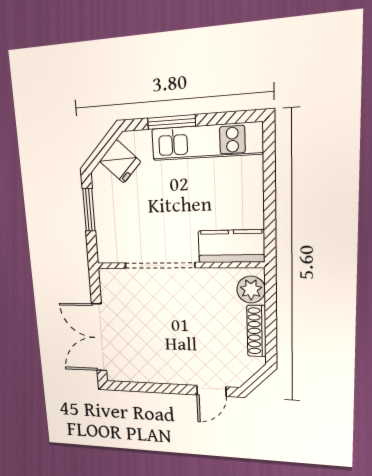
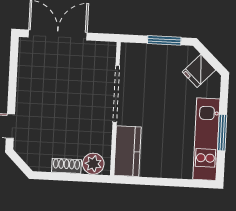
window: (172, 122) -> (222, 133), moved
shoe rack: (256, 331) -> (66, 166), width x0.70

